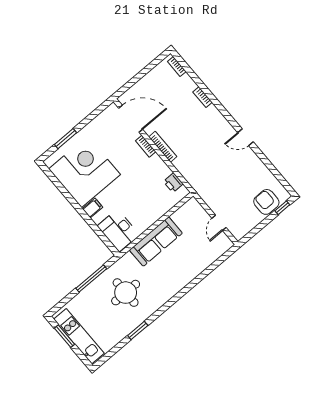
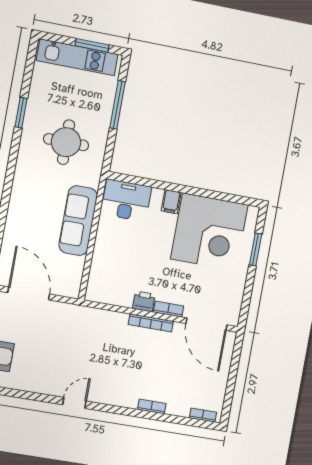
door: (131, 119) -> (206, 324), hinge flipped
printer: (173, 183) -> (144, 301), moved
door: (219, 223) -> (29, 293), width x1.87
window: (91, 279) -> (117, 105), moved

